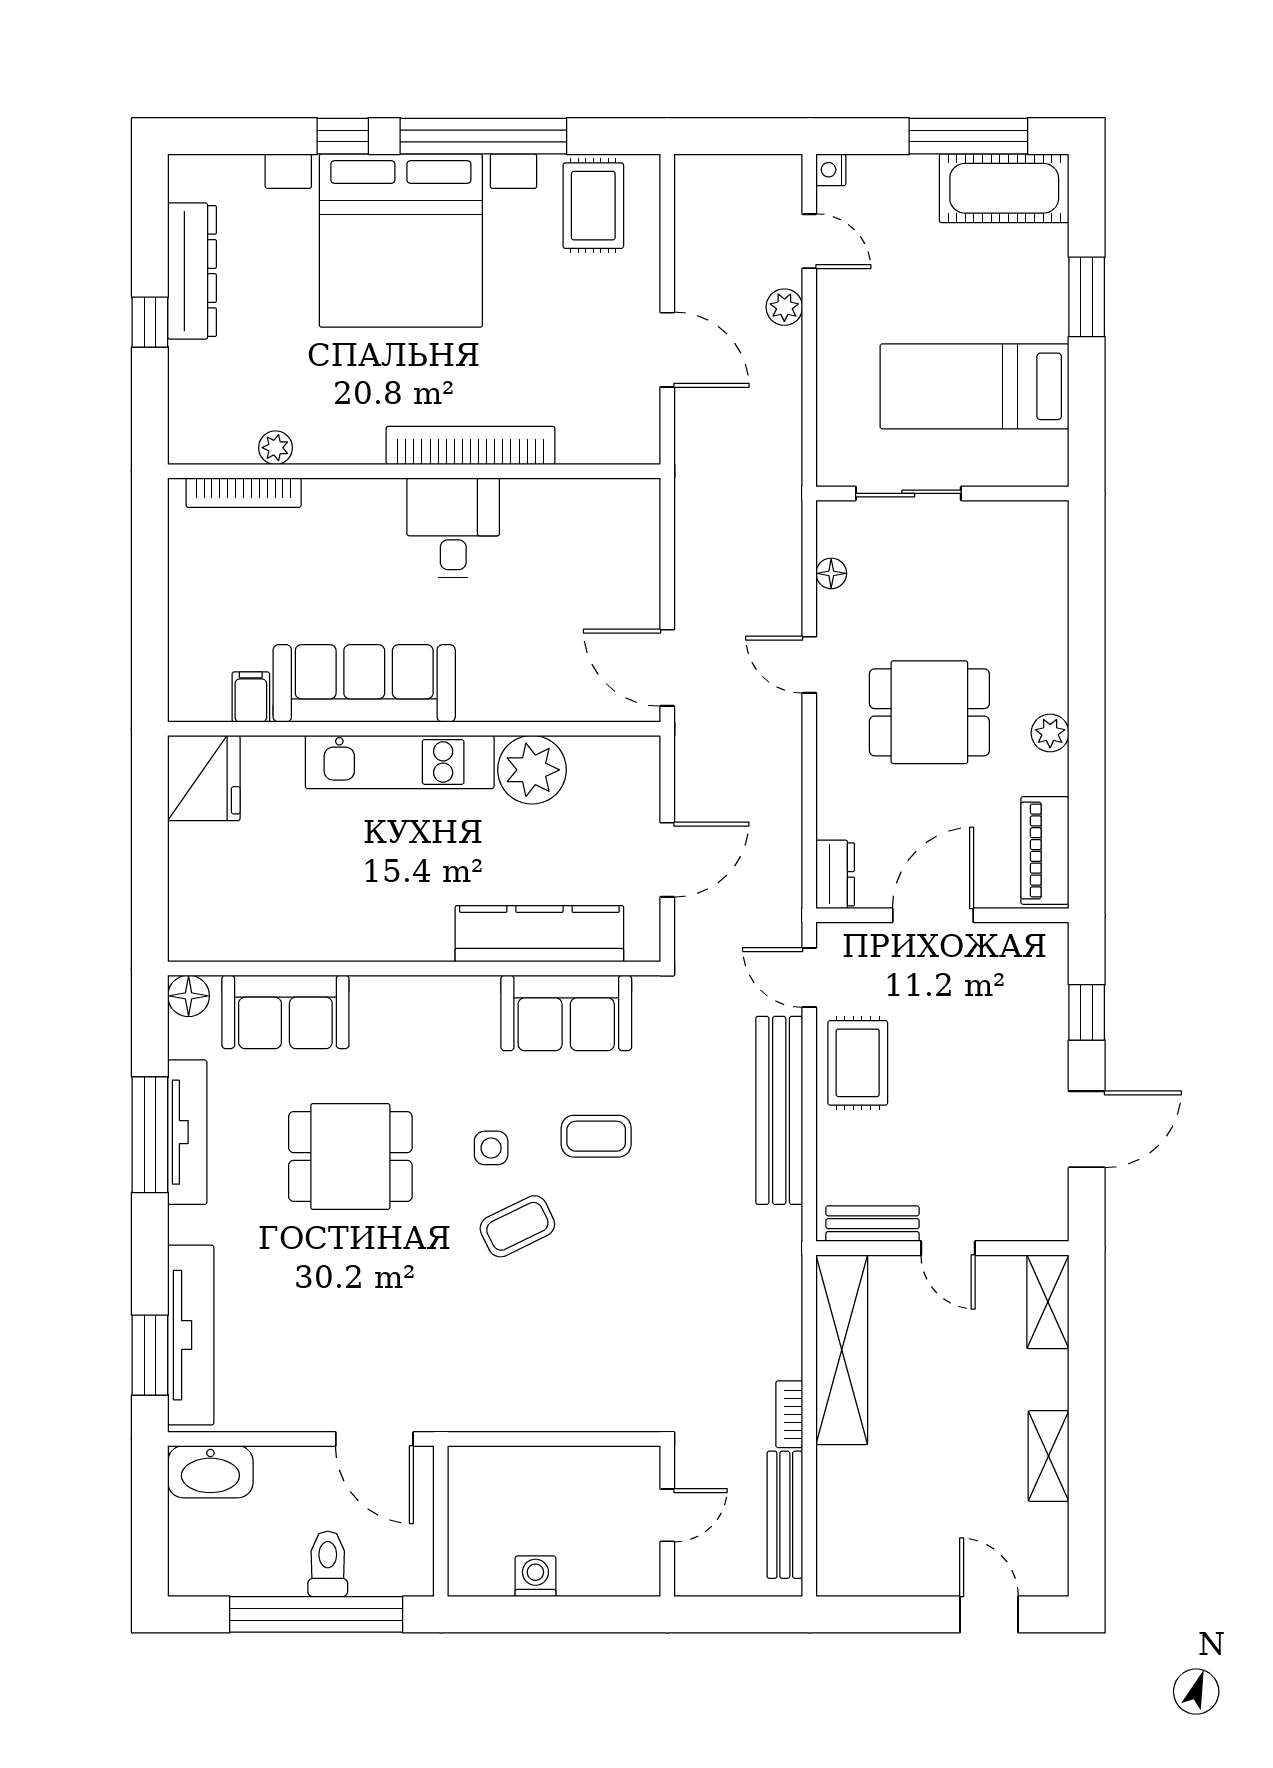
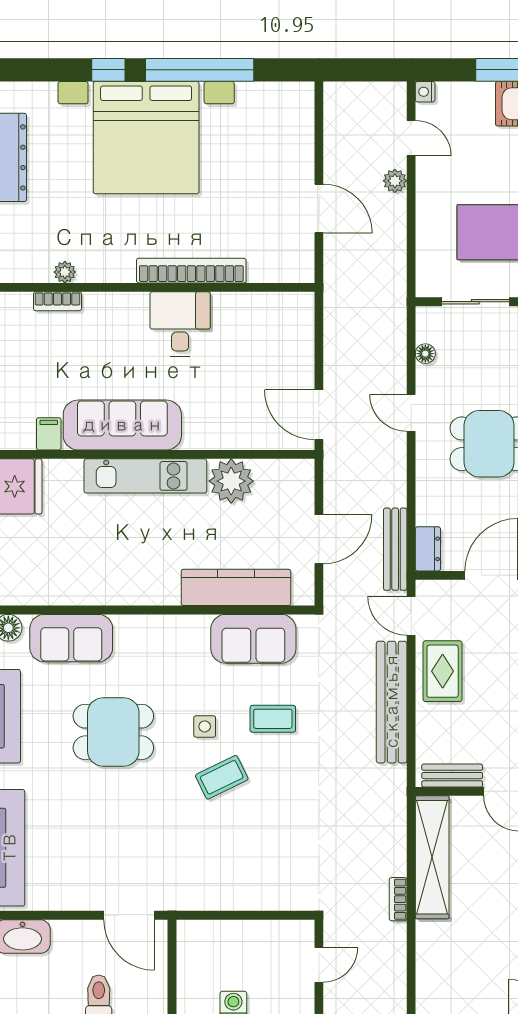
rug: (593, 206) -> (271, 115), removed
bookcase: (244, 493) -> (57, 301), width x0.64
bench: (785, 1515) -> (395, 549), moved

